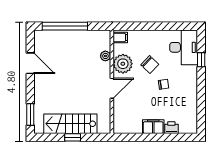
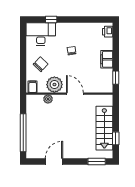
chair: (150, 65) -> (41, 64), moved
printer: (171, 128) -> (108, 32), moved
window: (73, 137) -> (116, 138), moved
window: (131, 137) -> (116, 78), added

